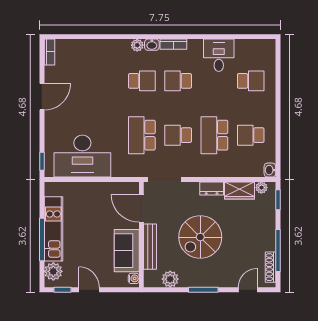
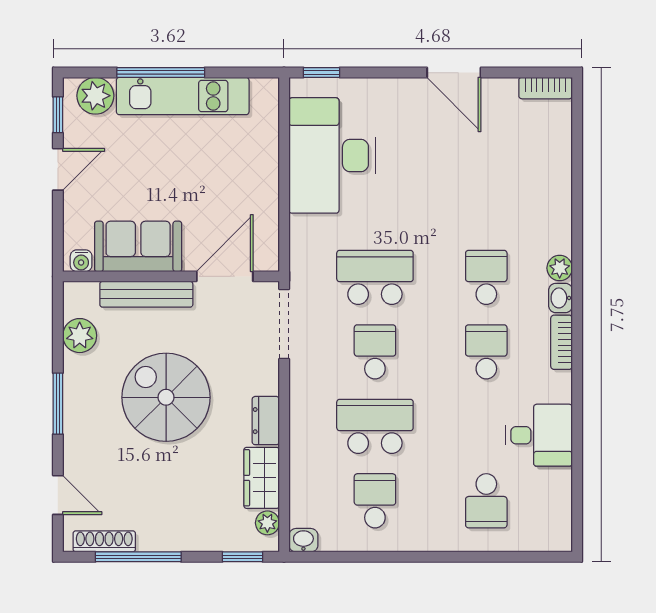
school desk: (142, 81) -> (486, 277), turned 180

